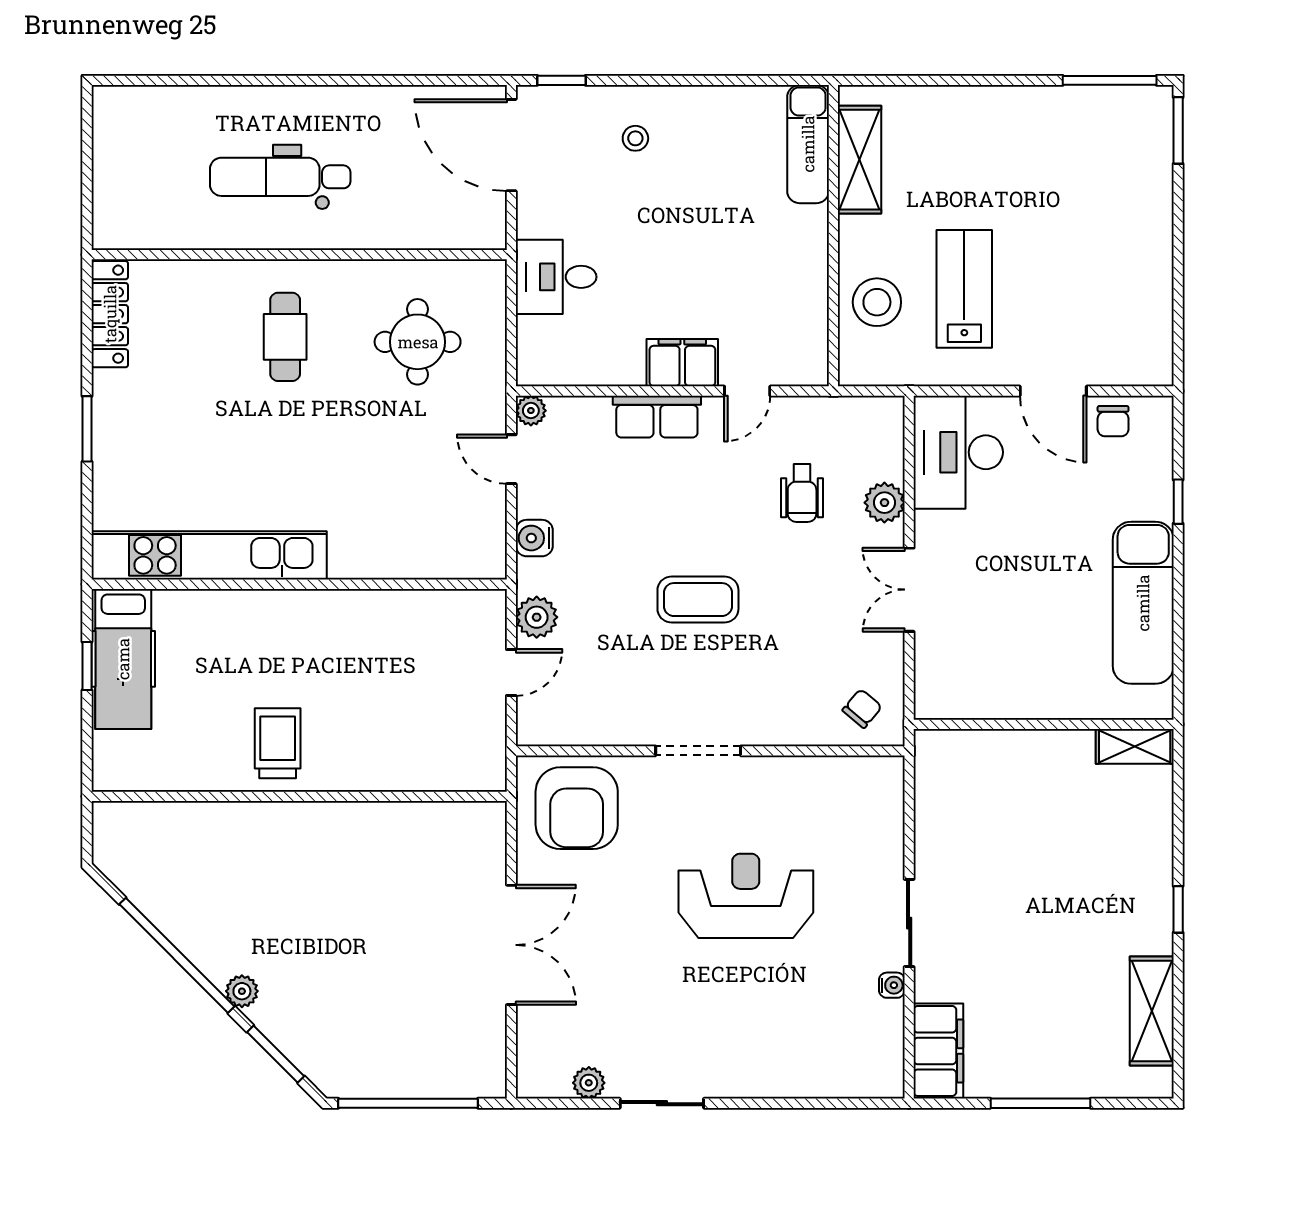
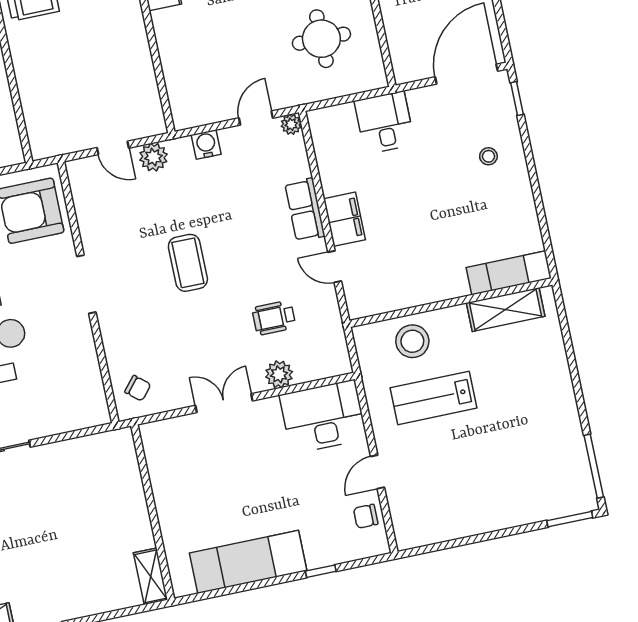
lab bench: (964, 289) -> (434, 398), turned 180
door: (1053, 391) -> (378, 472), width x0.73

